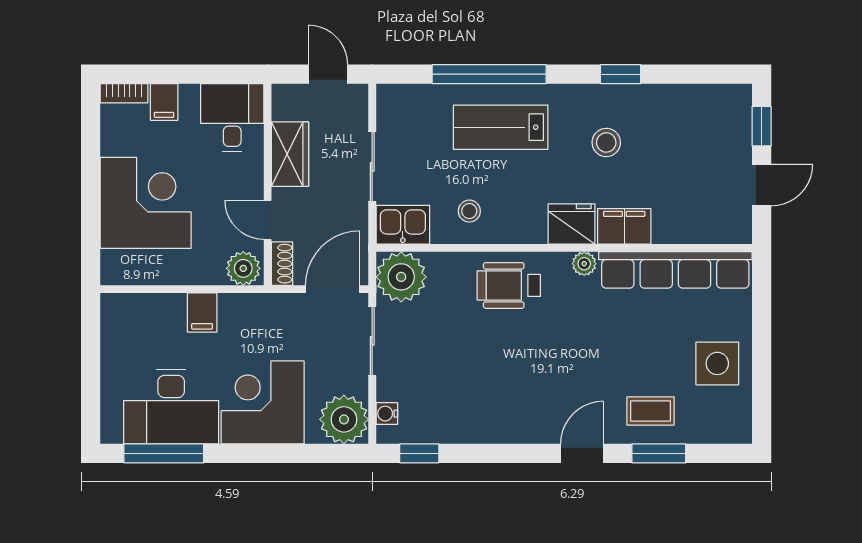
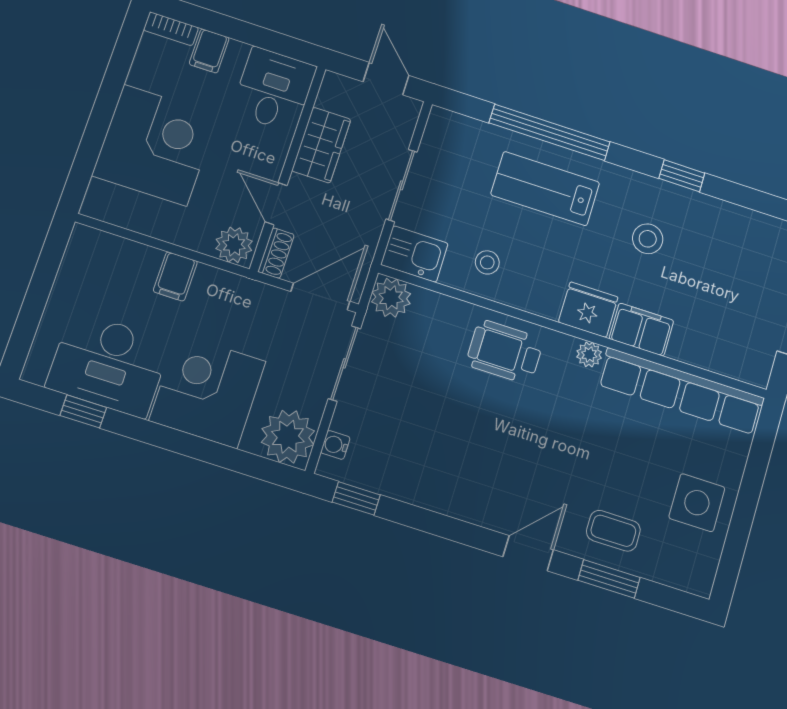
plant: (401, 277) -> (391, 298), width x0.73, depth x0.73
window: (164, 453) -> (83, 411), width x0.46

